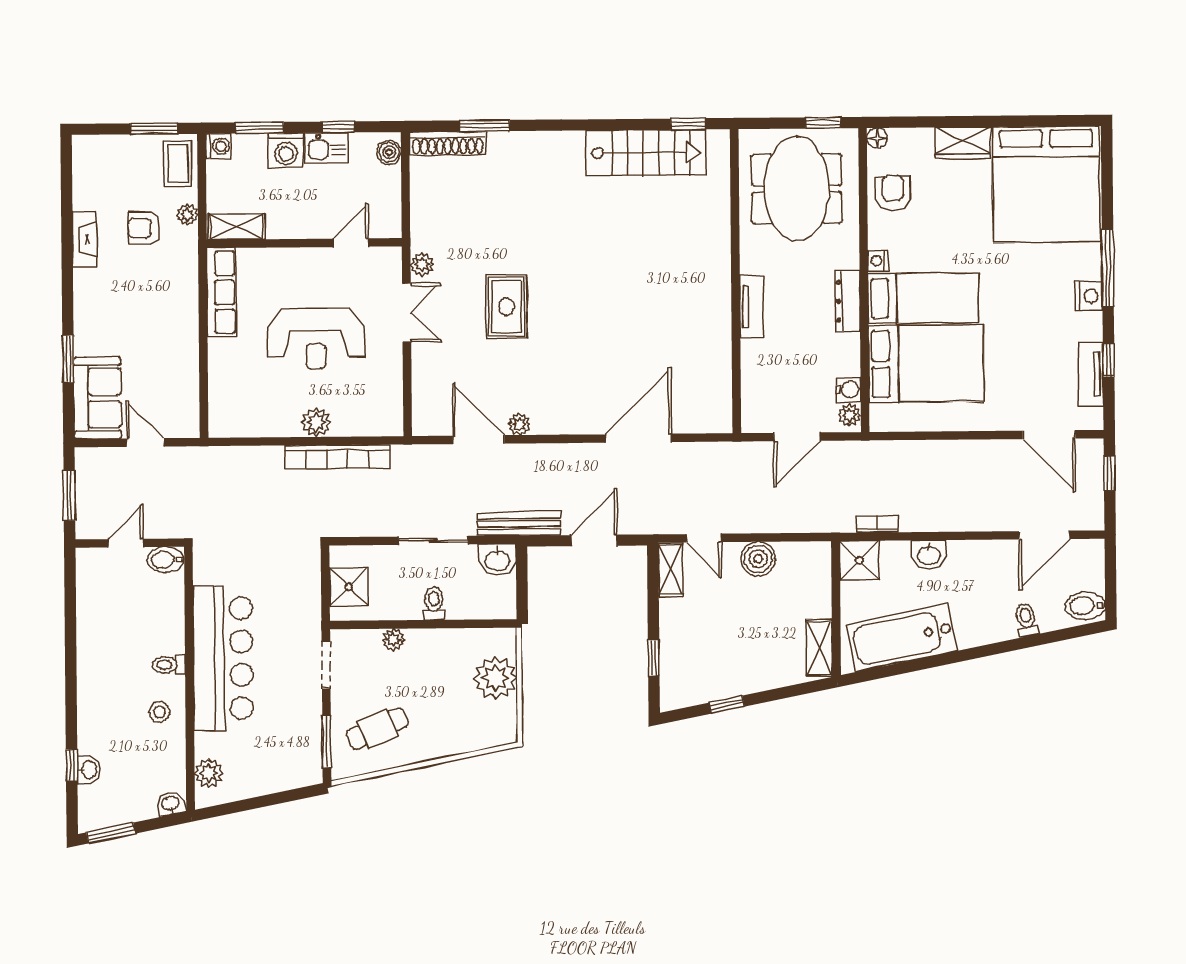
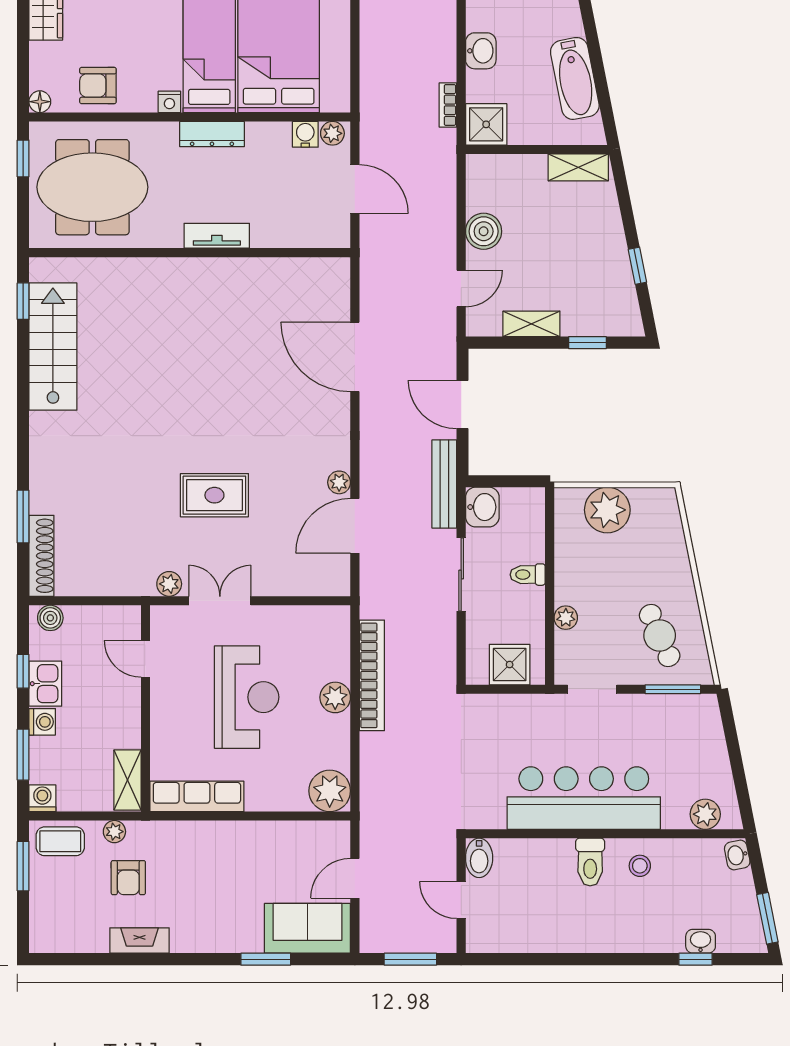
washing machine: (286, 150) -> (42, 722), width x0.73, depth x0.73
plant: (228, 418) -> (330, 791), added
shelving: (671, 569) -> (531, 324), moved
bathtub: (902, 638) -> (575, 78), width x0.73, depth x0.73
toilet: (169, 665) -> (590, 862), width x1.37, depth x1.39

